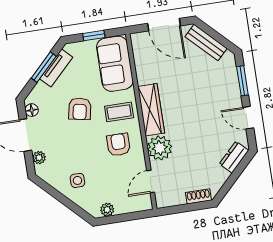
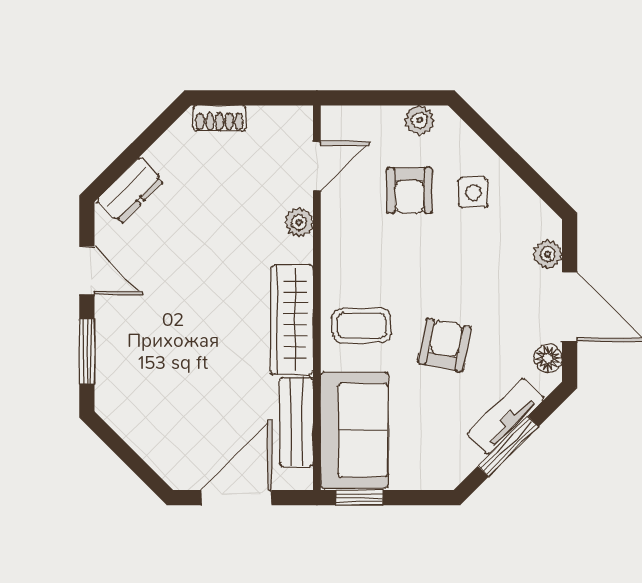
door: (164, 25) -> (236, 498), hinge flipped
window: (94, 35) -> (359, 498), moved
bench: (206, 43) -> (296, 422), moved, turned 45
tv unit: (56, 68) -> (506, 416), moved
armchair: (119, 145) -> (409, 190), moved
plant: (160, 148) -> (299, 222), width x0.53, depth x0.53

